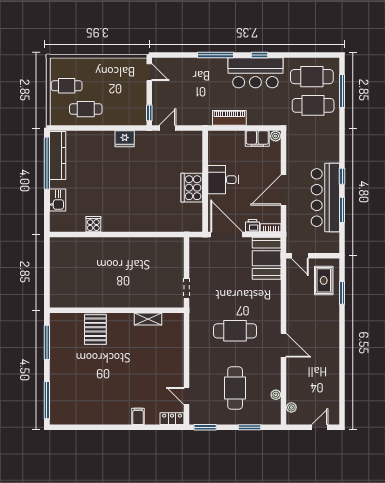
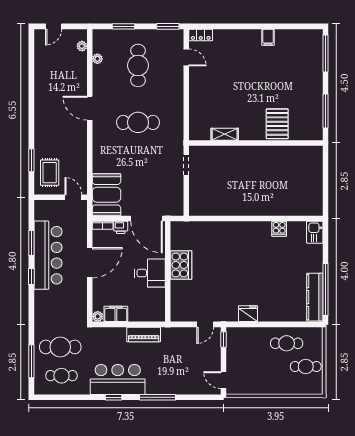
cafe table: (312, 77) -> (61, 376), width x0.73, depth x0.74
kitchen sink: (58, 200) -> (315, 232), moved
filing cabinet: (138, 416) -> (268, 37), moved

